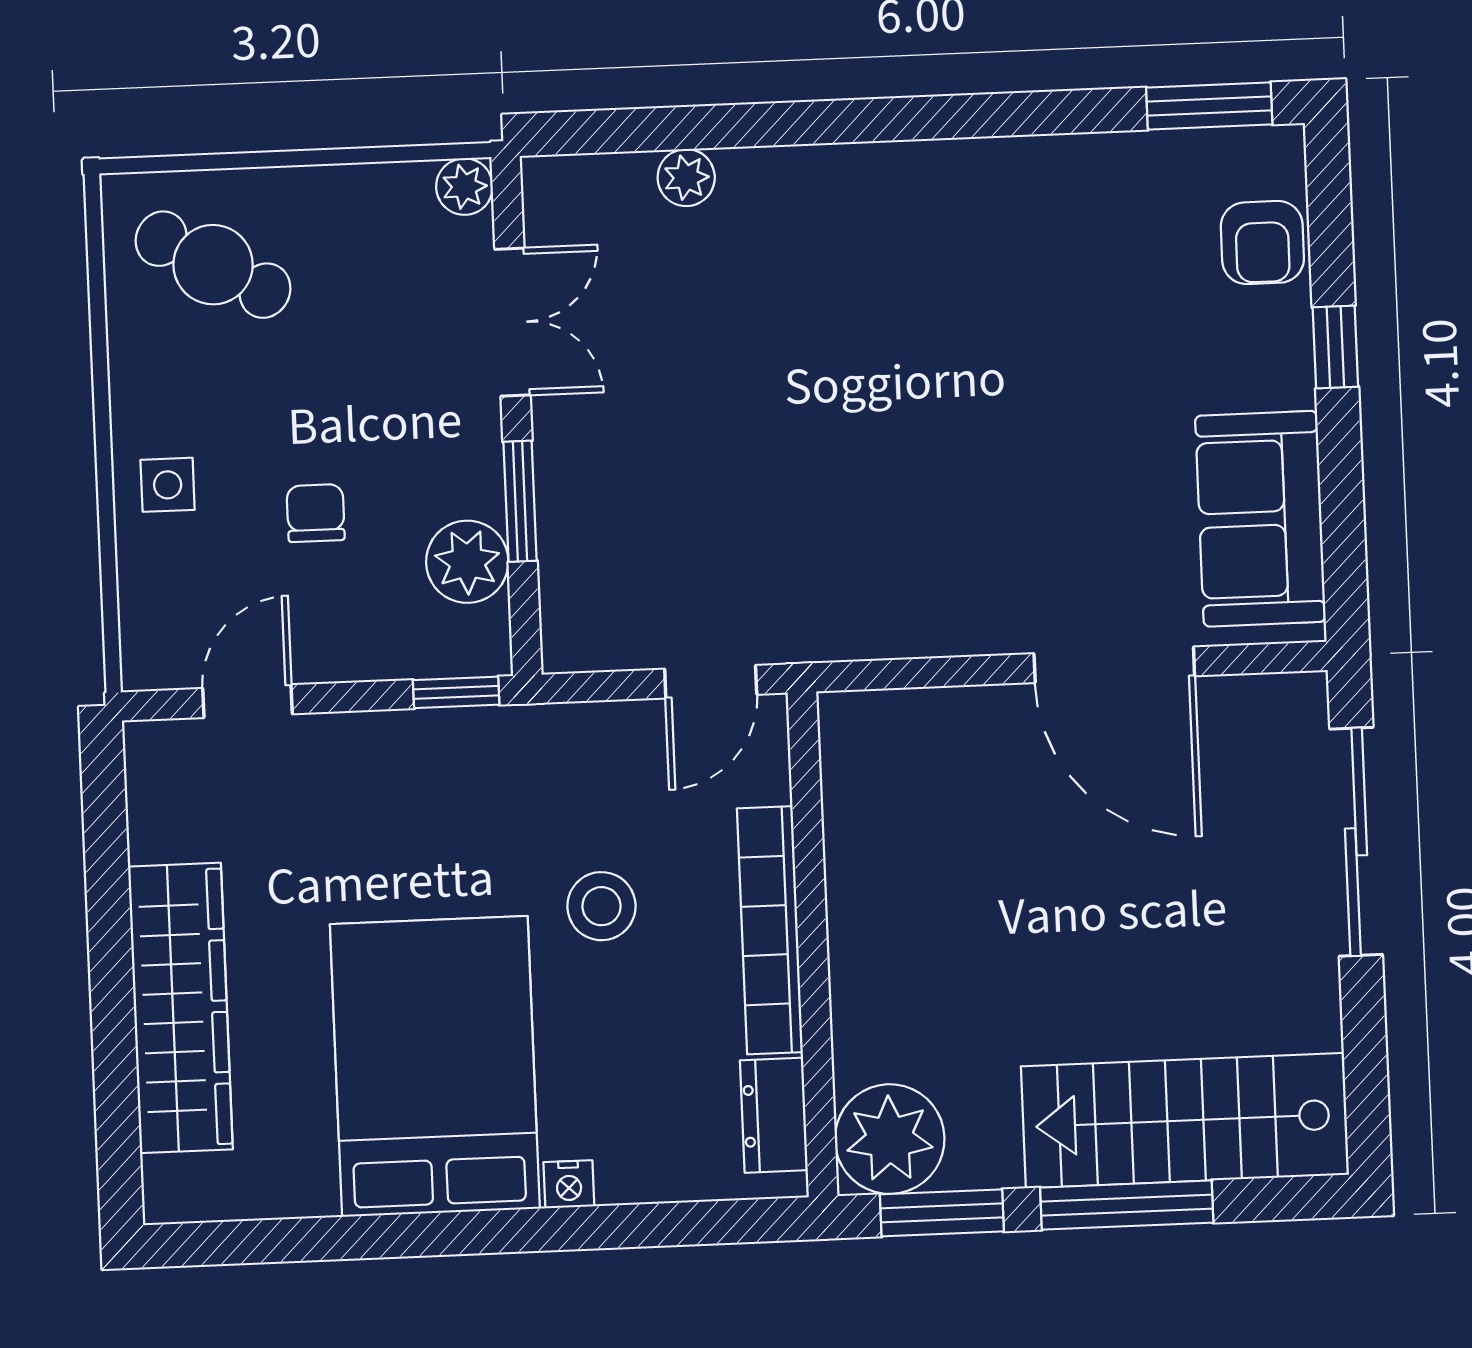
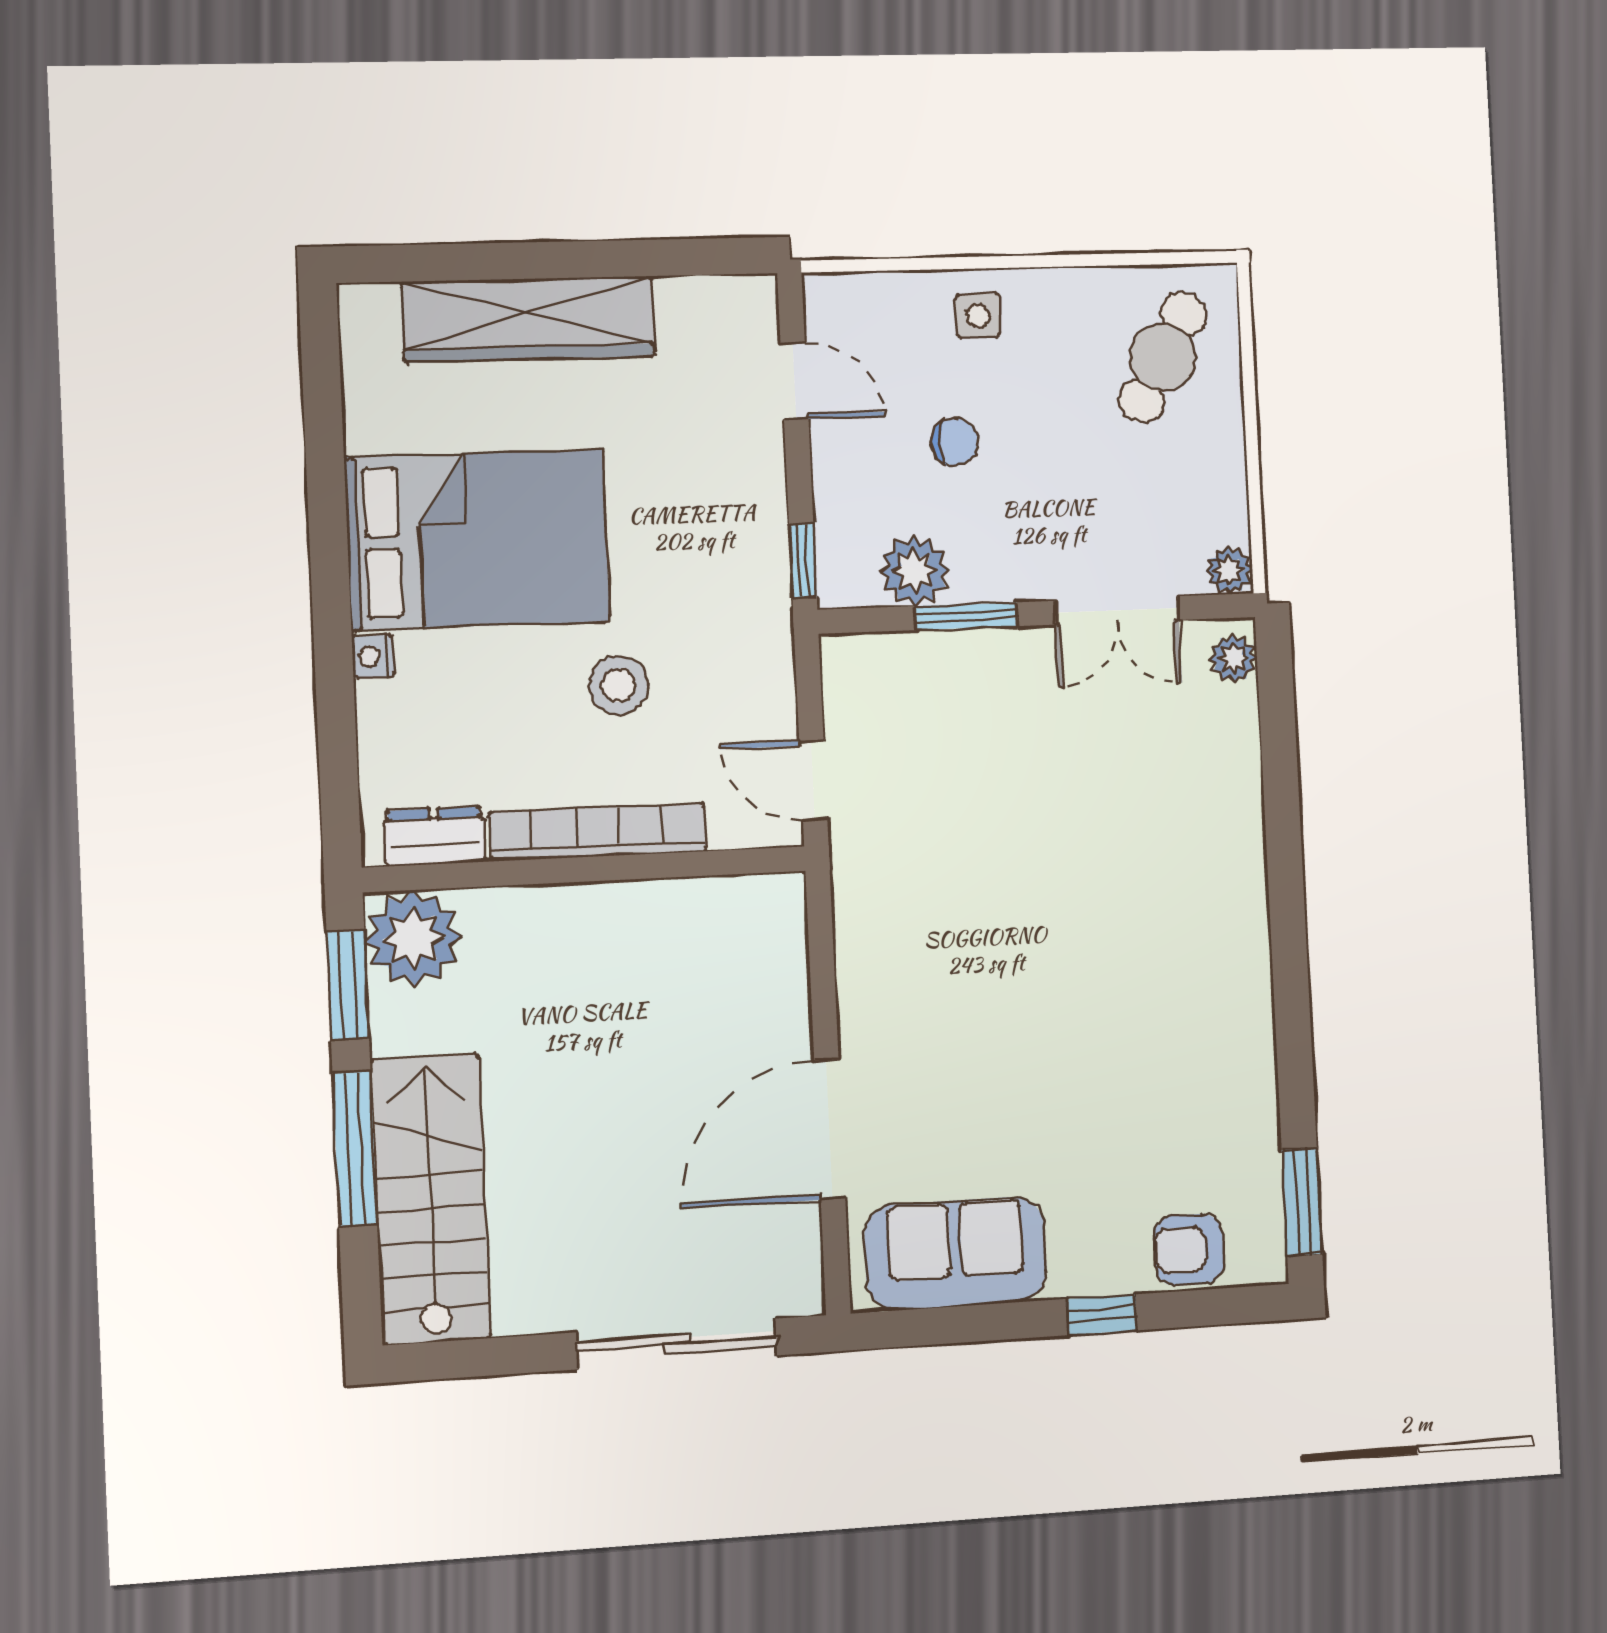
plant: (686, 178) -> (1233, 658), moved

